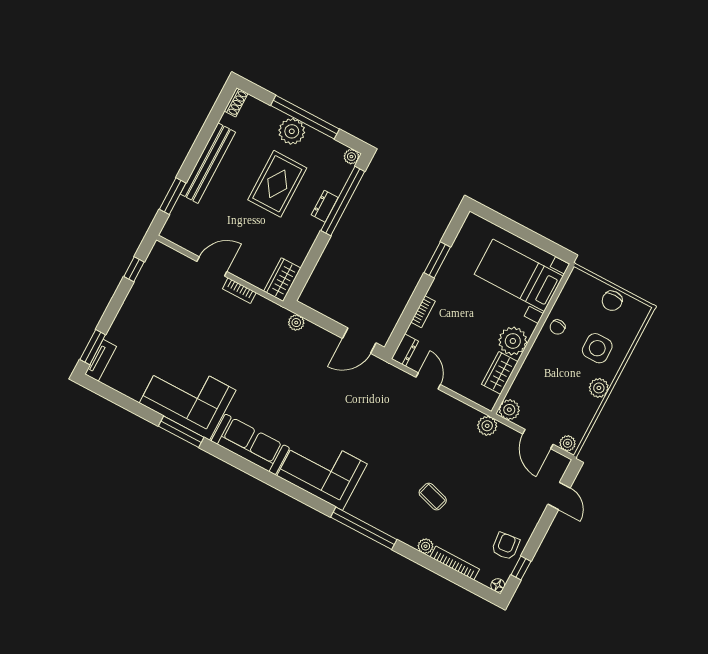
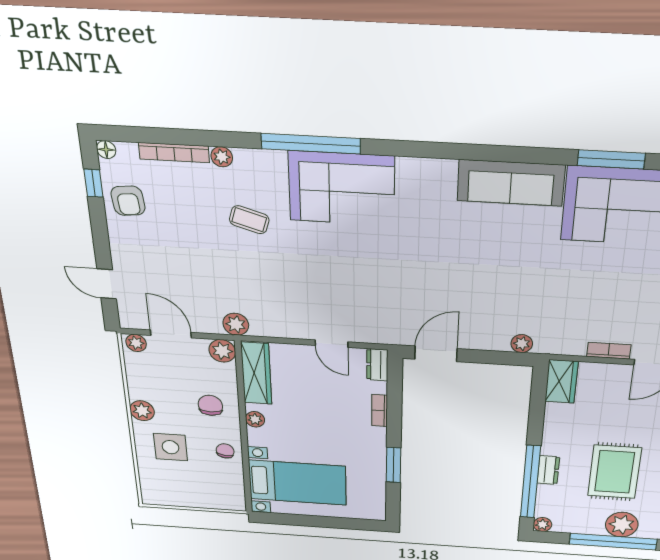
chair: (612, 301) -> (210, 405), moved
plant: (513, 341) -> (255, 419), width x0.53, depth x0.53
wardrobe: (500, 373) -> (256, 373), width x1.50
corner sofa: (322, 470) -> (342, 188), moved

